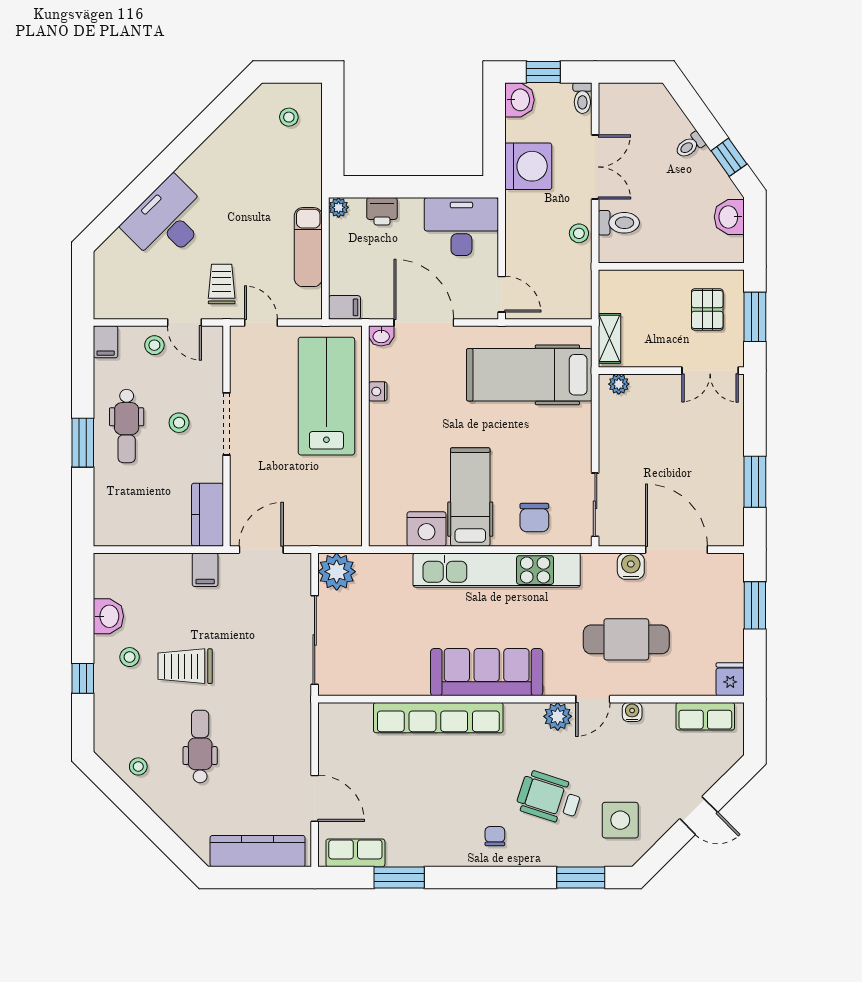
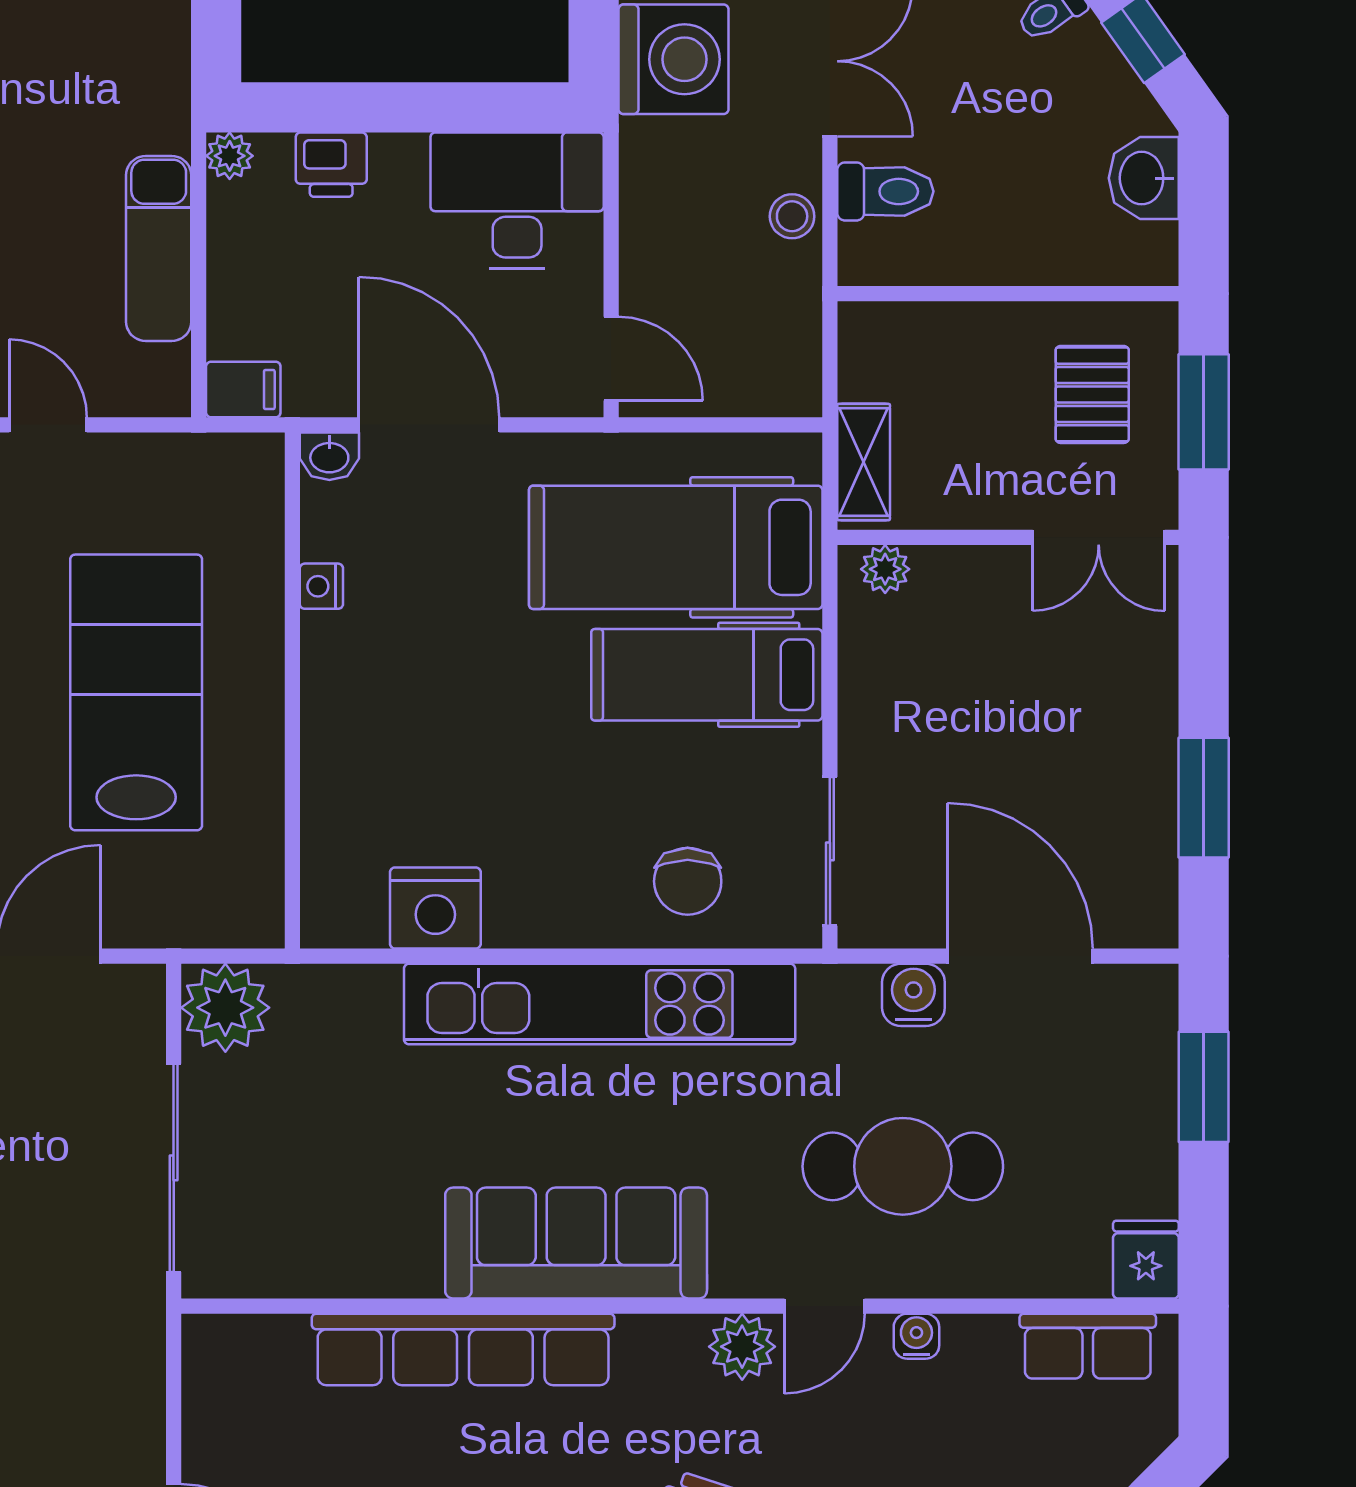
lab bench: (326, 396) -> (136, 692), moved
hospital bed: (470, 497) -> (707, 675), moved, turned -90

